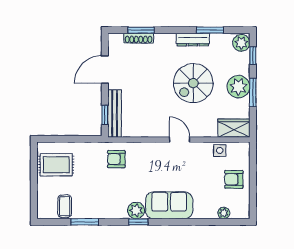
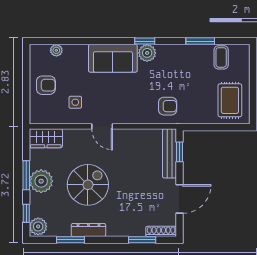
shoe rack: (139, 38) -> (161, 231), moved
side table: (220, 151) -> (75, 102), moved
rug: (56, 165) -> (230, 100), turned 90

